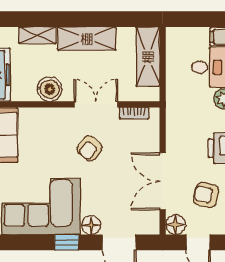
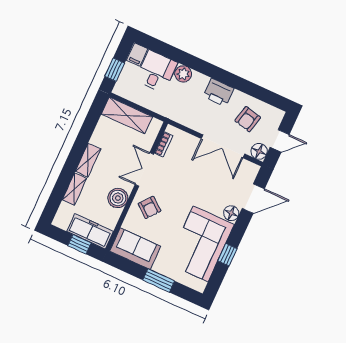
window: (193, 19) -> (115, 70), added
shelving: (87, 39) -> (88, 160), width x0.67, depth x0.75
armchair: (90, 148) -> (149, 207), moved
window: (67, 242) -> (227, 255), moved

